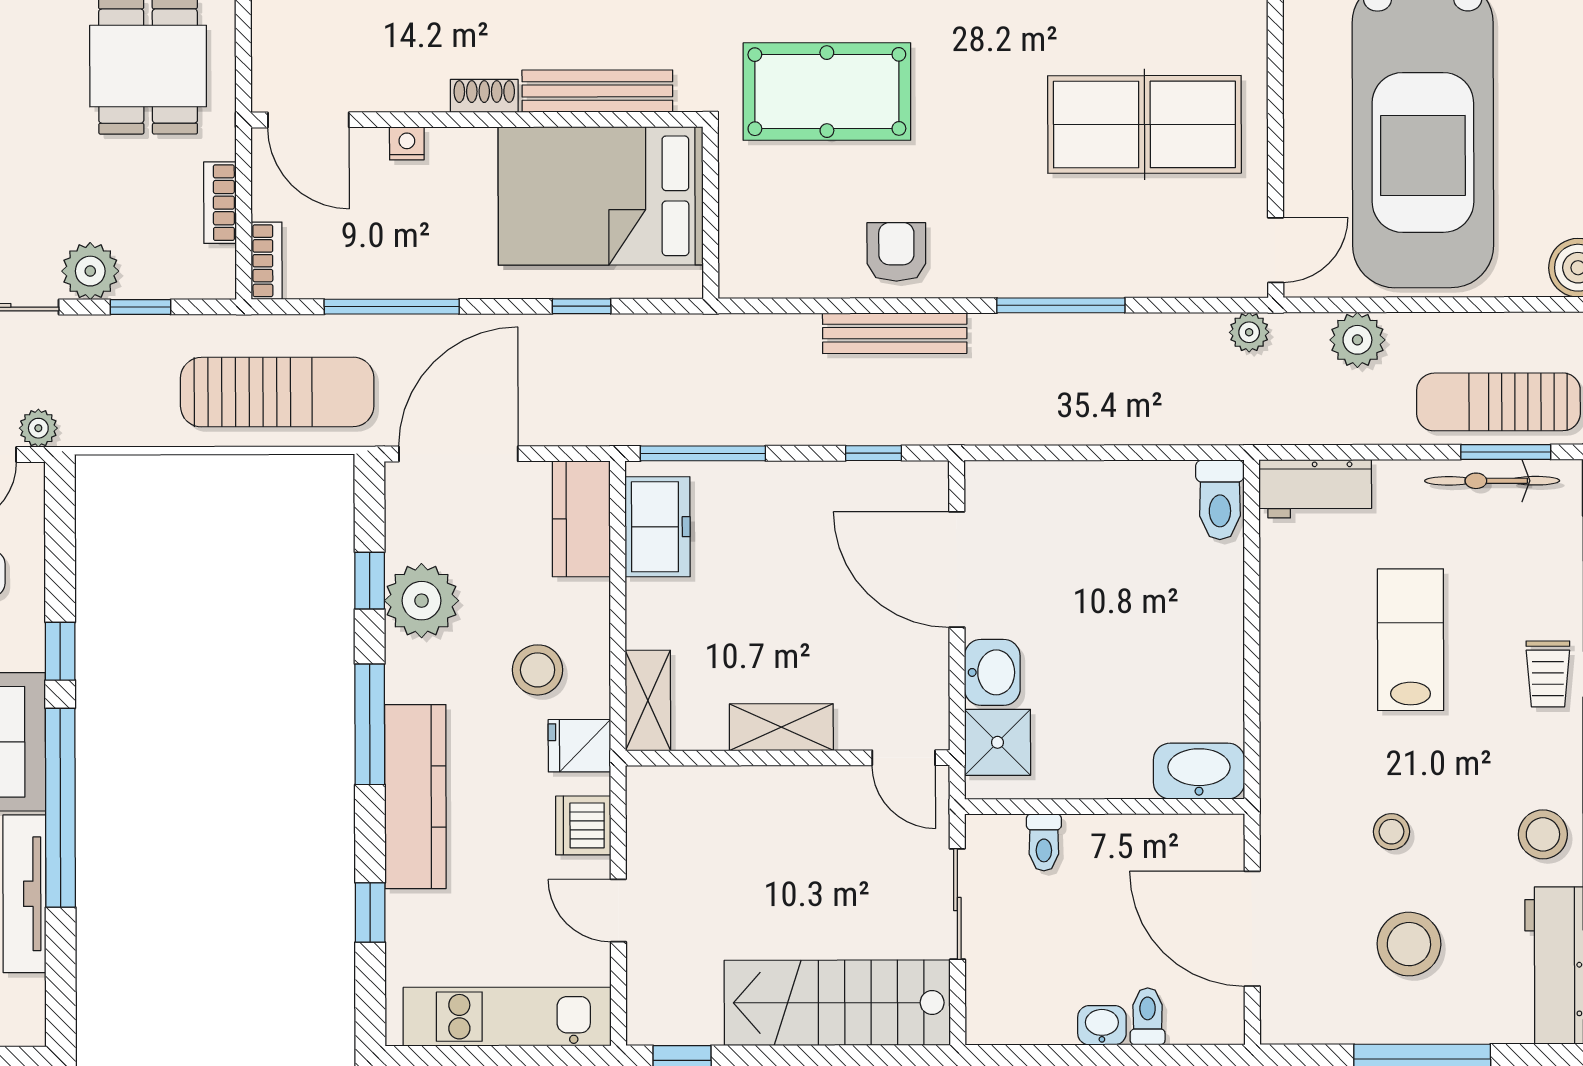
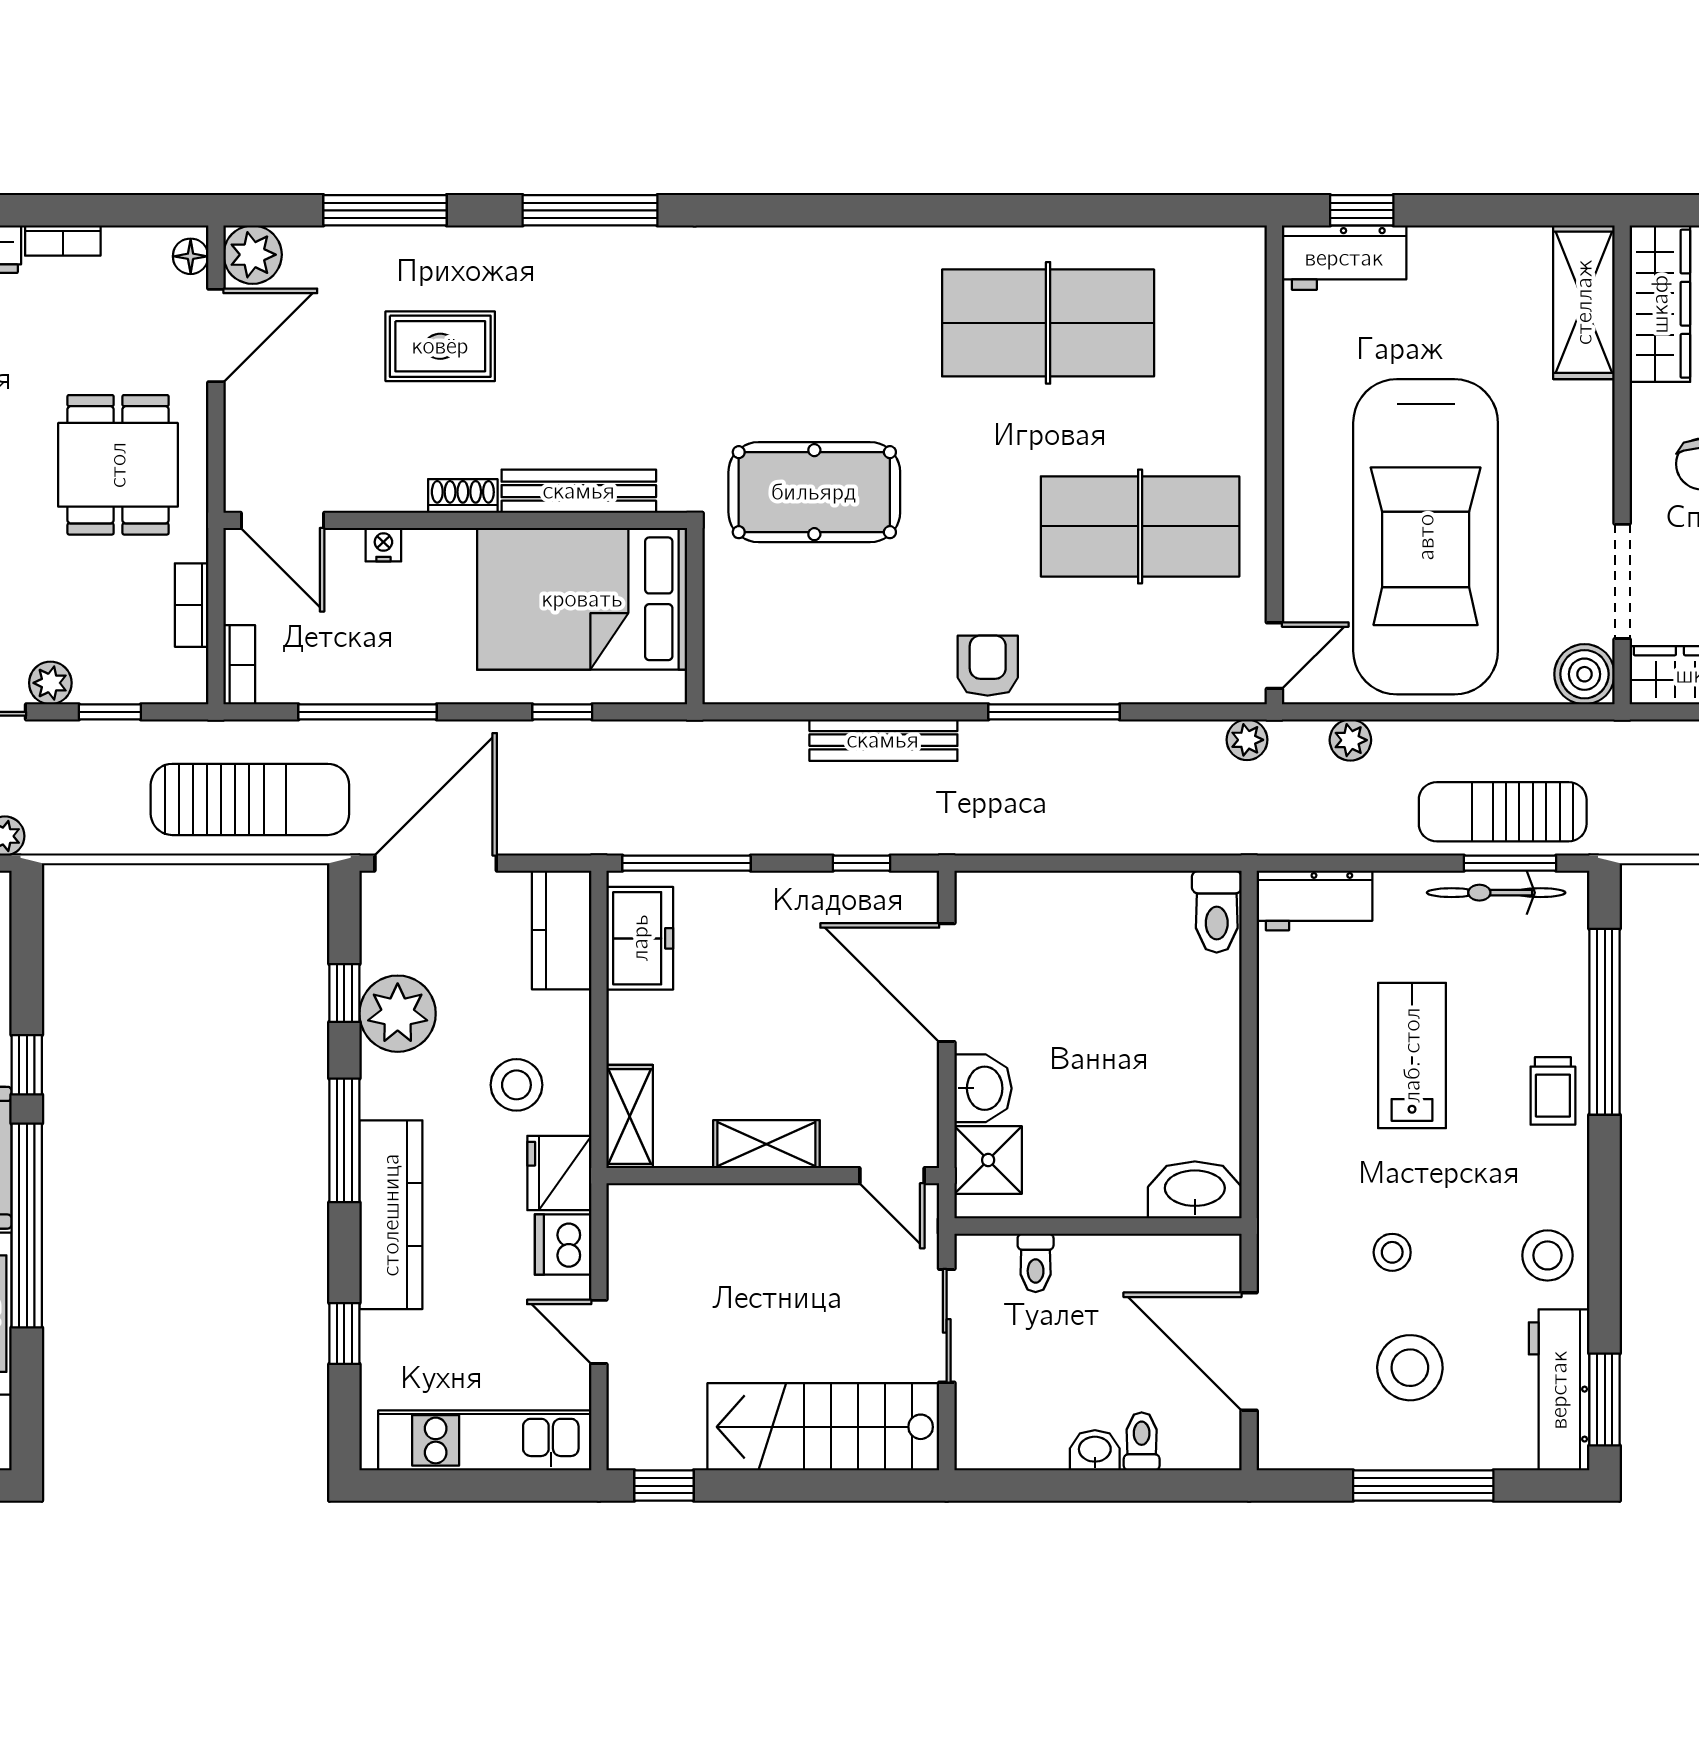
armchair: (896, 252) -> (988, 666), moved
plant: (90, 271) -> (50, 683), width x0.73, depth x0.73
plant: (1357, 340) -> (1350, 740), width x0.73, depth x0.73
fridge: (579, 746) -> (559, 1173), width x1.38

